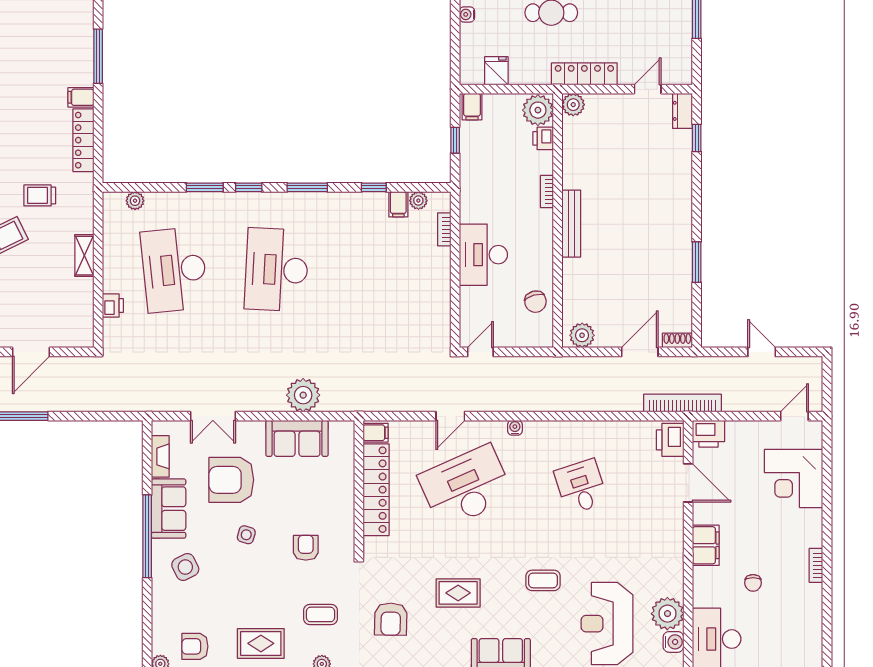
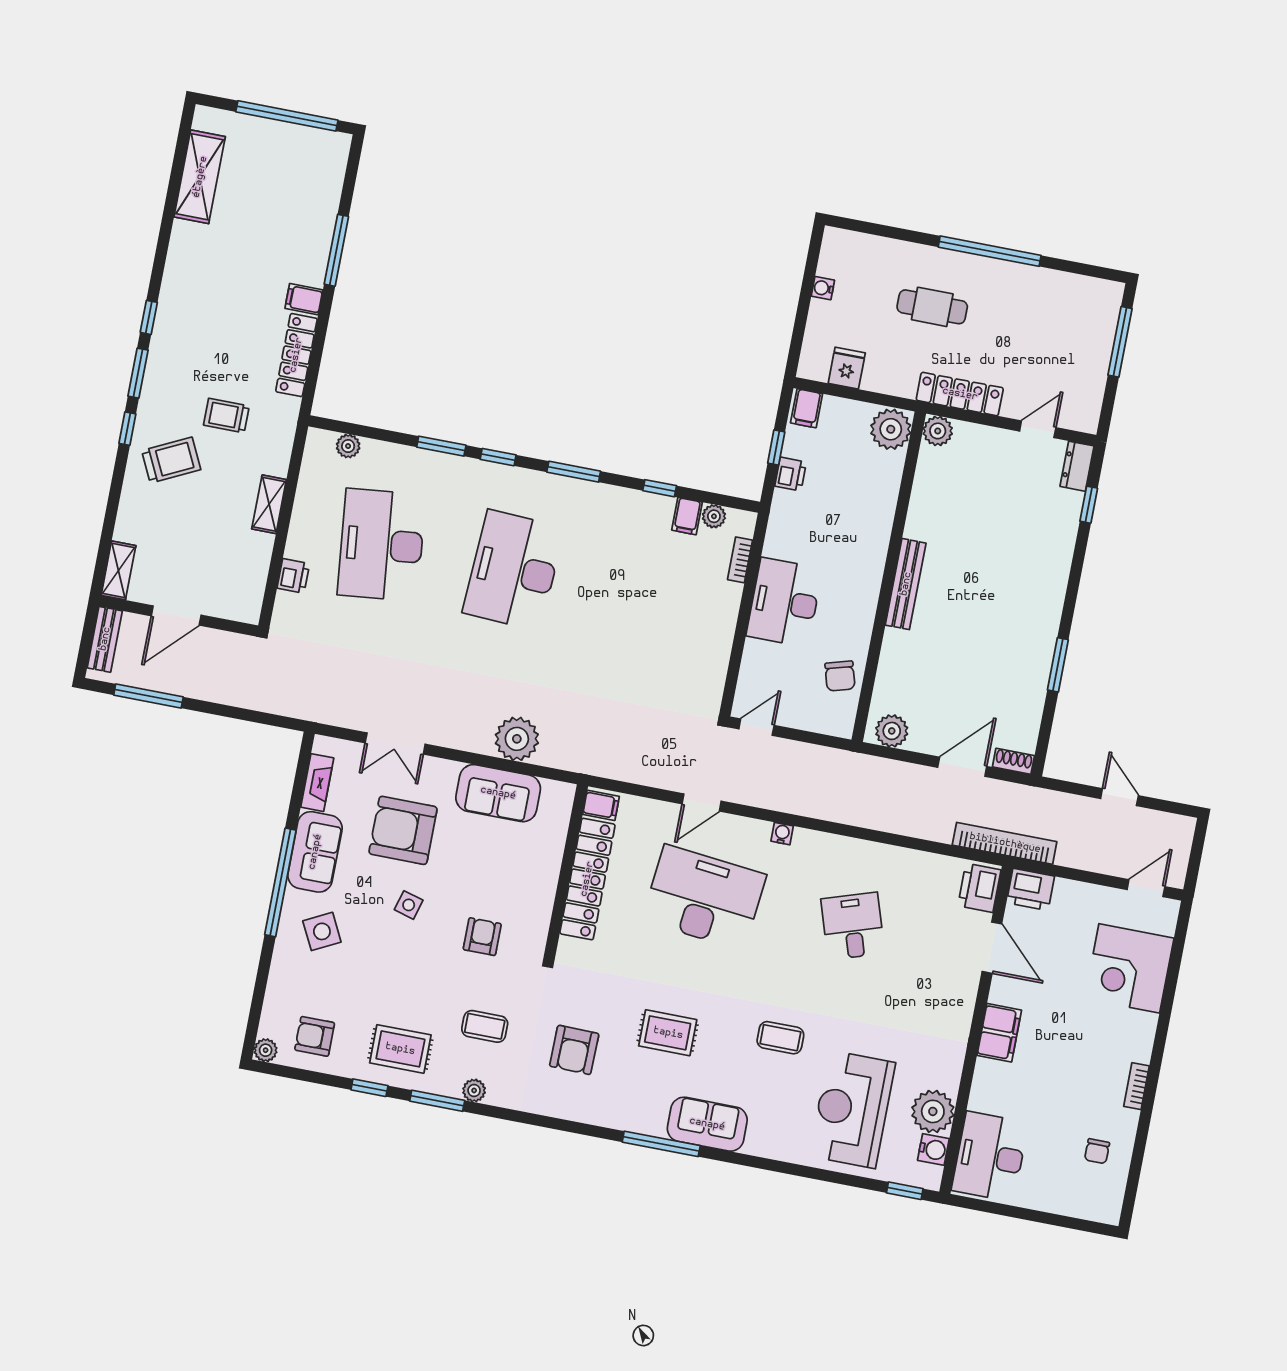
printer: (543, 138) -> (791, 474), moved, turned 180
bookcase: (547, 192) -> (882, 537), removed
desk: (466, 487) -> (704, 897), turned 30
chair: (753, 583) -> (1097, 1151), moved

